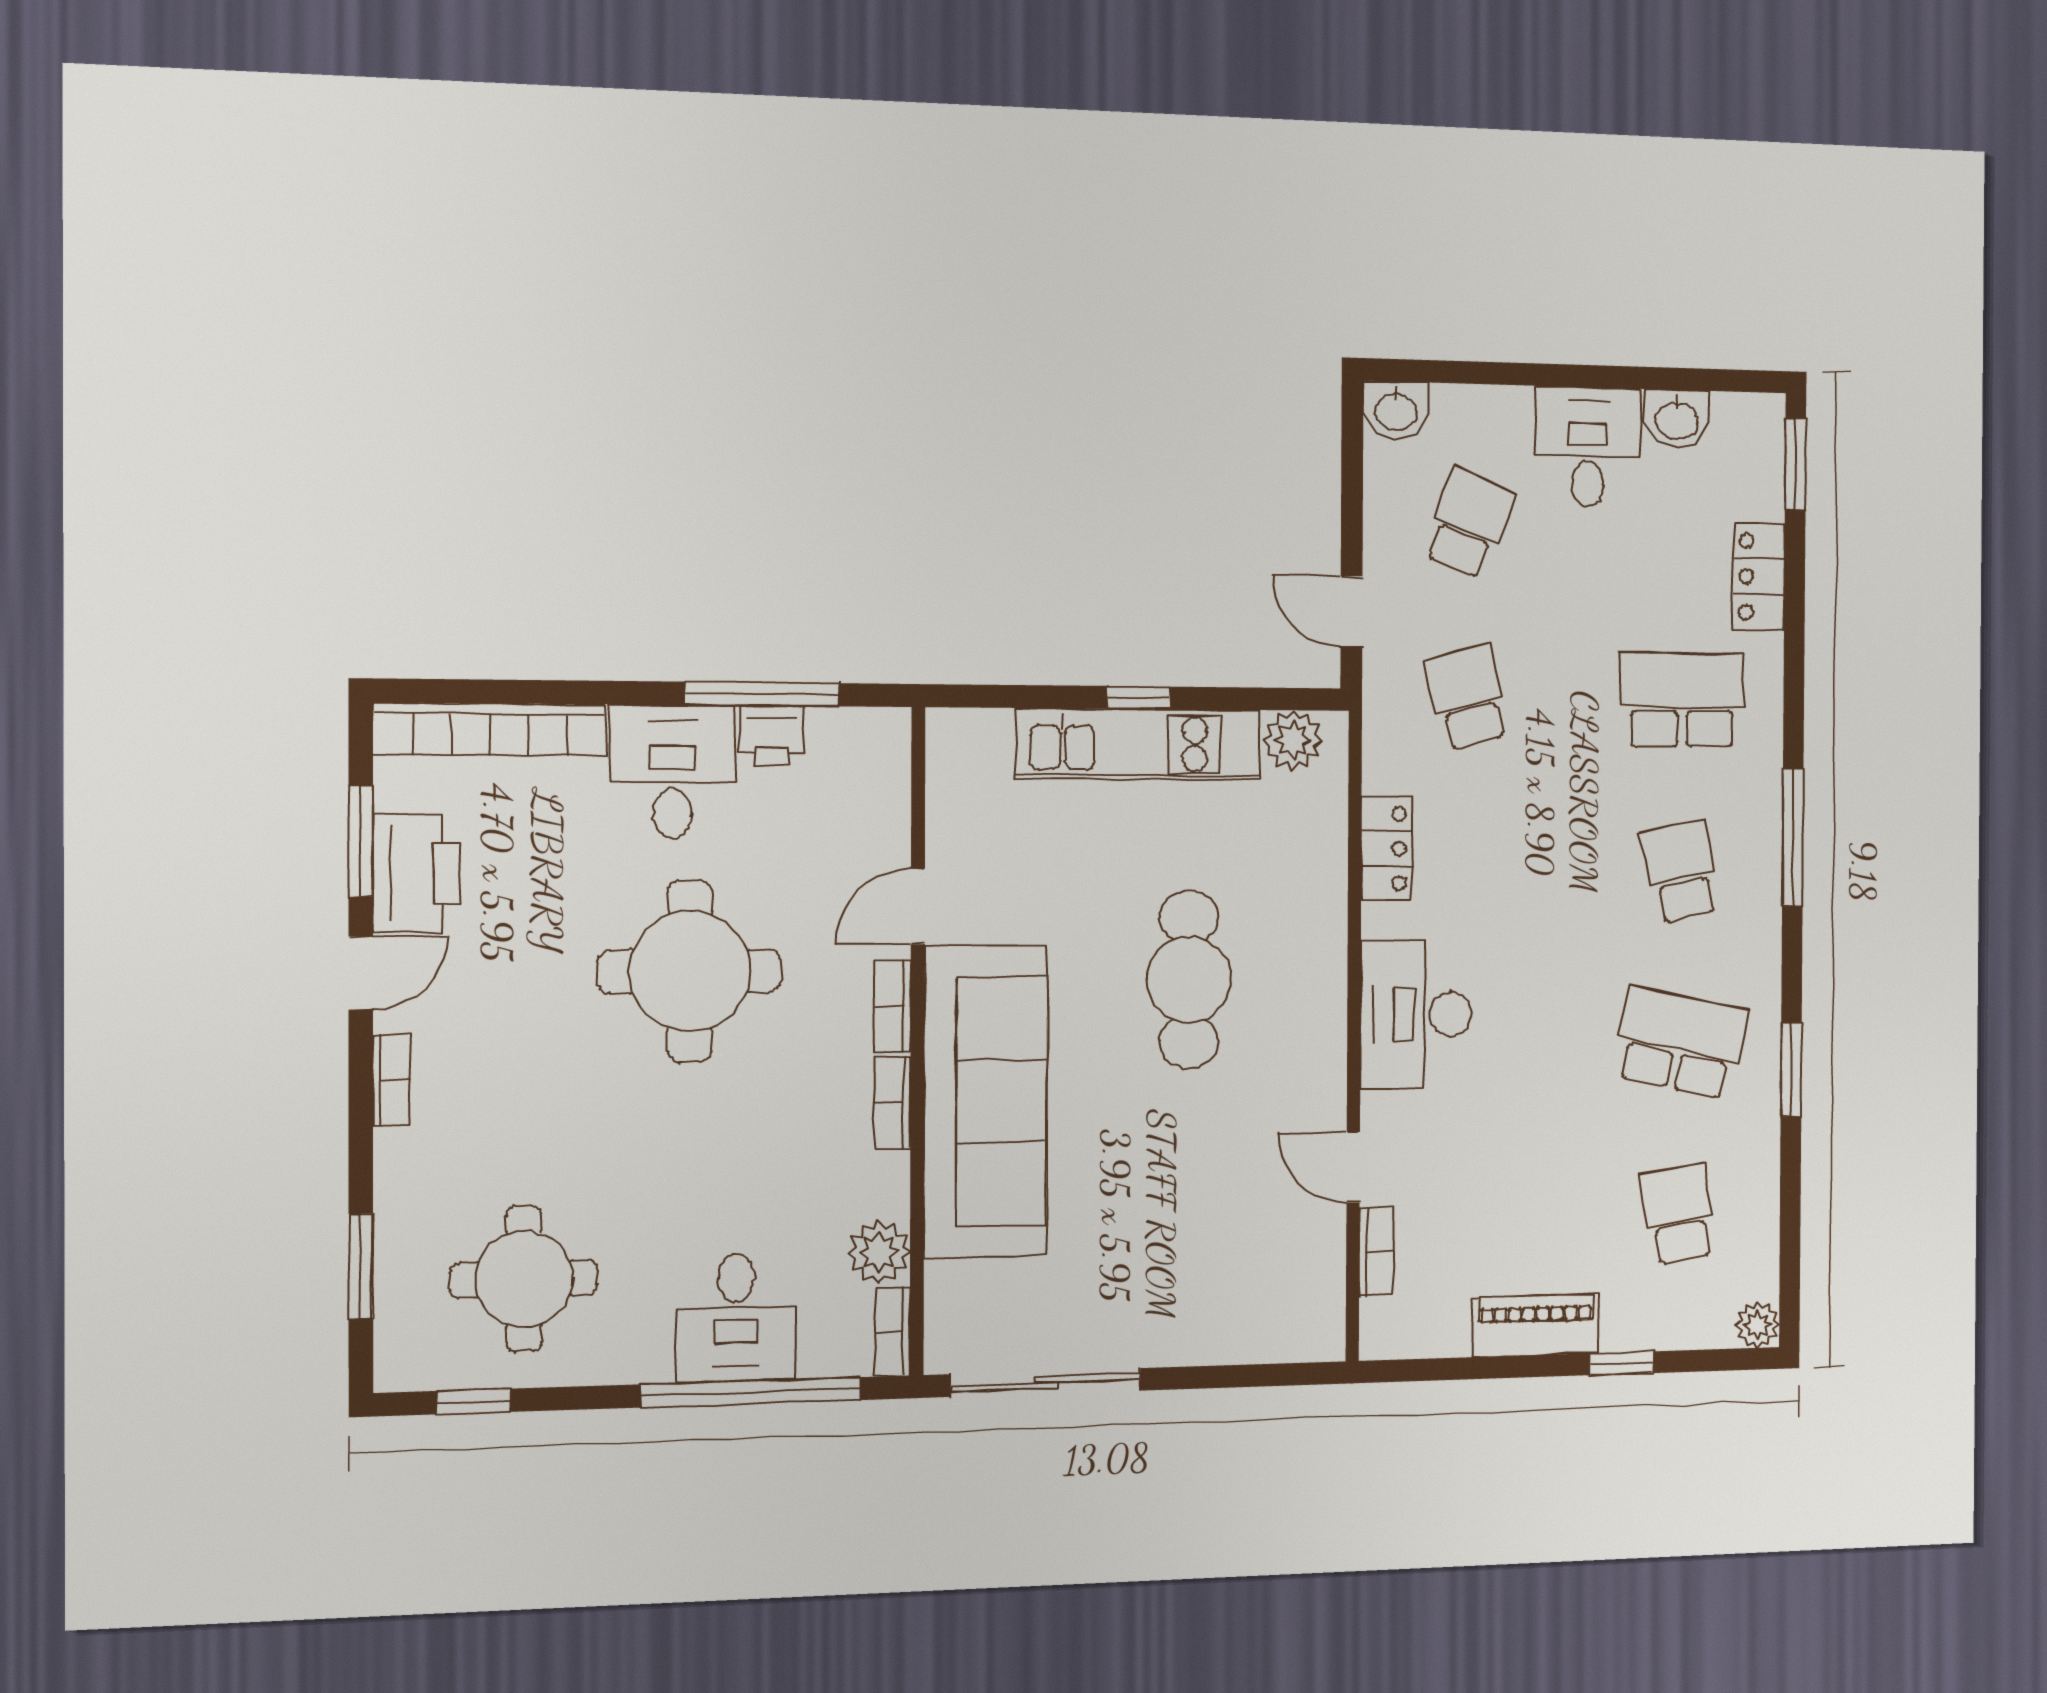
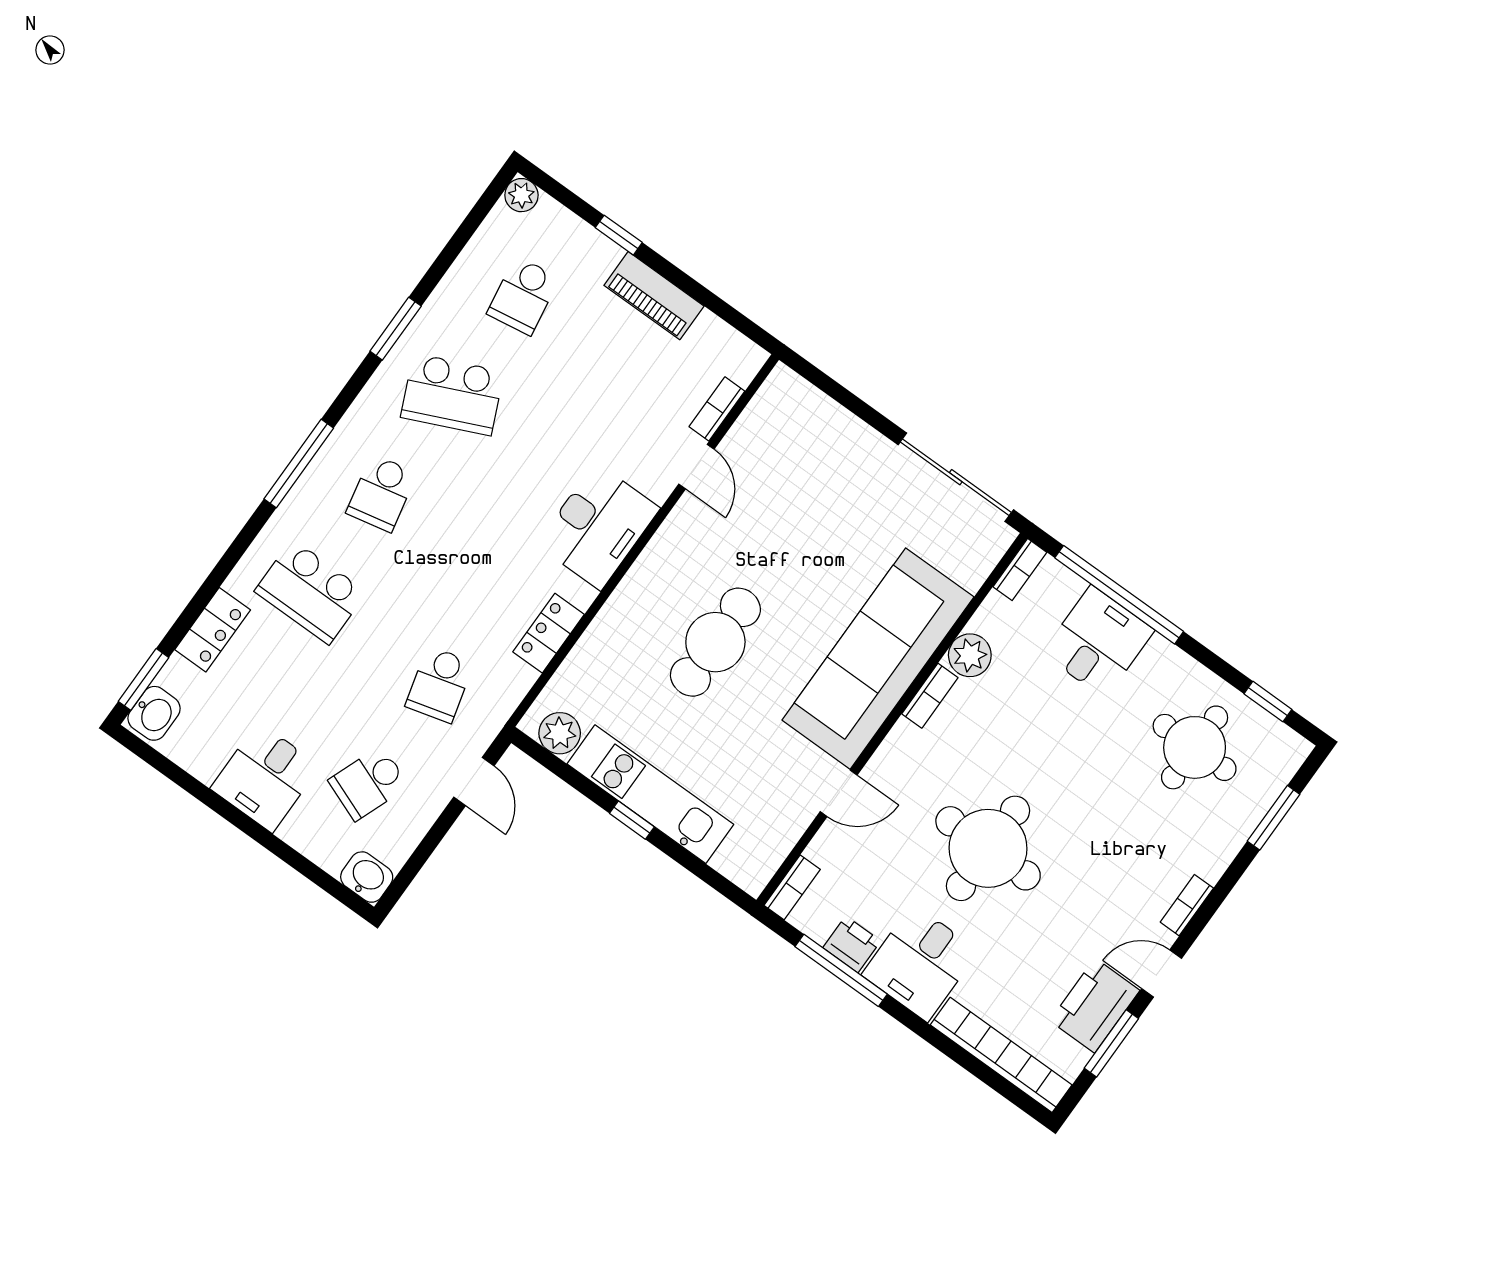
washbasin: (1677, 419) -> (154, 713), moved, turned 90
bookcase: (893, 1006) -> (792, 887), moved
school desk: (1680, 1043) -> (452, 394), turned -36
plant: (879, 1252) -> (970, 655), moved

